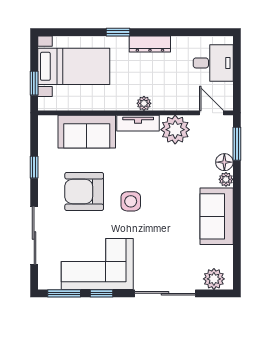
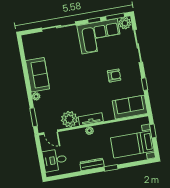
sofa: (87, 132) -> (130, 107), moved
floor lamp: (224, 162) -> (39, 106), removed
armchair: (84, 191) -> (114, 75), width x0.53, depth x0.53
side table: (131, 201) -> (87, 75), removed
plant: (214, 279) -> (125, 23), moved

